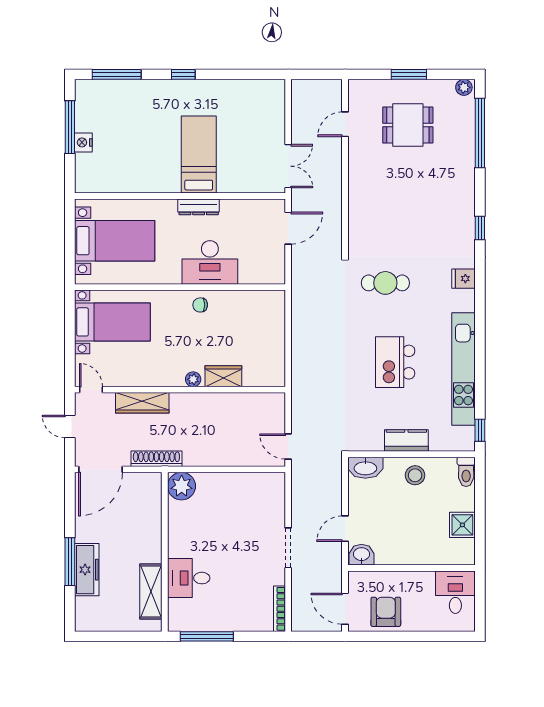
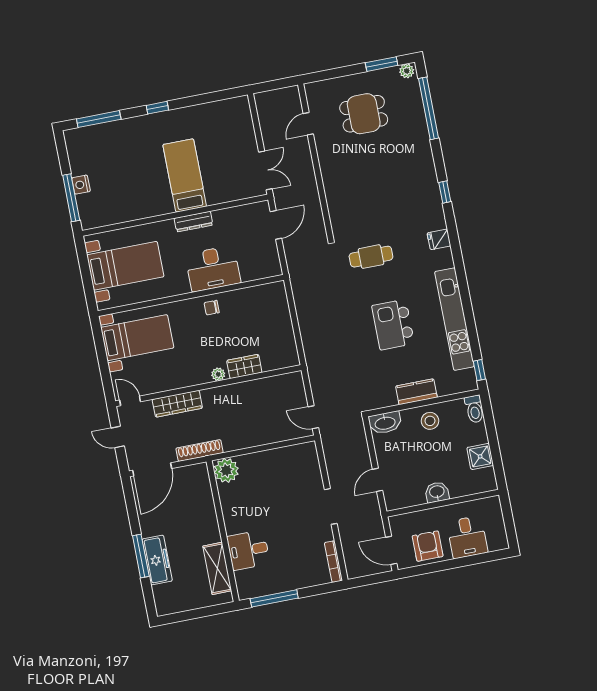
window: (409, 74) -> (382, 64), moved
window: (70, 127) -> (71, 198), moved
washbasin: (362, 555) -> (437, 492), moved
desk: (455, 592) -> (467, 537), moved, turned 180

